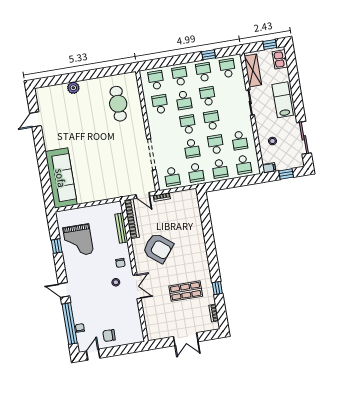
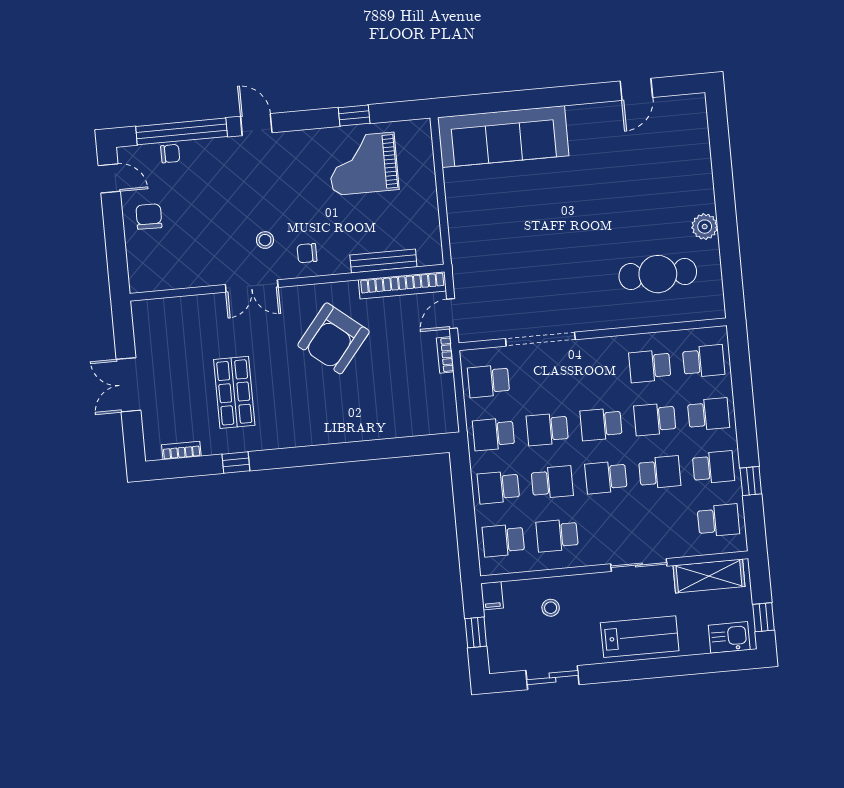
plant: (73, 88) -> (705, 227), moved
school desk: (160, 104) -> (650, 366), turned 180
door: (35, 119) -> (636, 89), swing flipped
school desk: (212, 120) -> (606, 477), turned 180
school desk: (188, 124) -> (601, 424), turned 180
sliding door: (304, 138) -> (553, 678), width x0.73
door: (64, 290) -> (256, 125), hinge flipped

